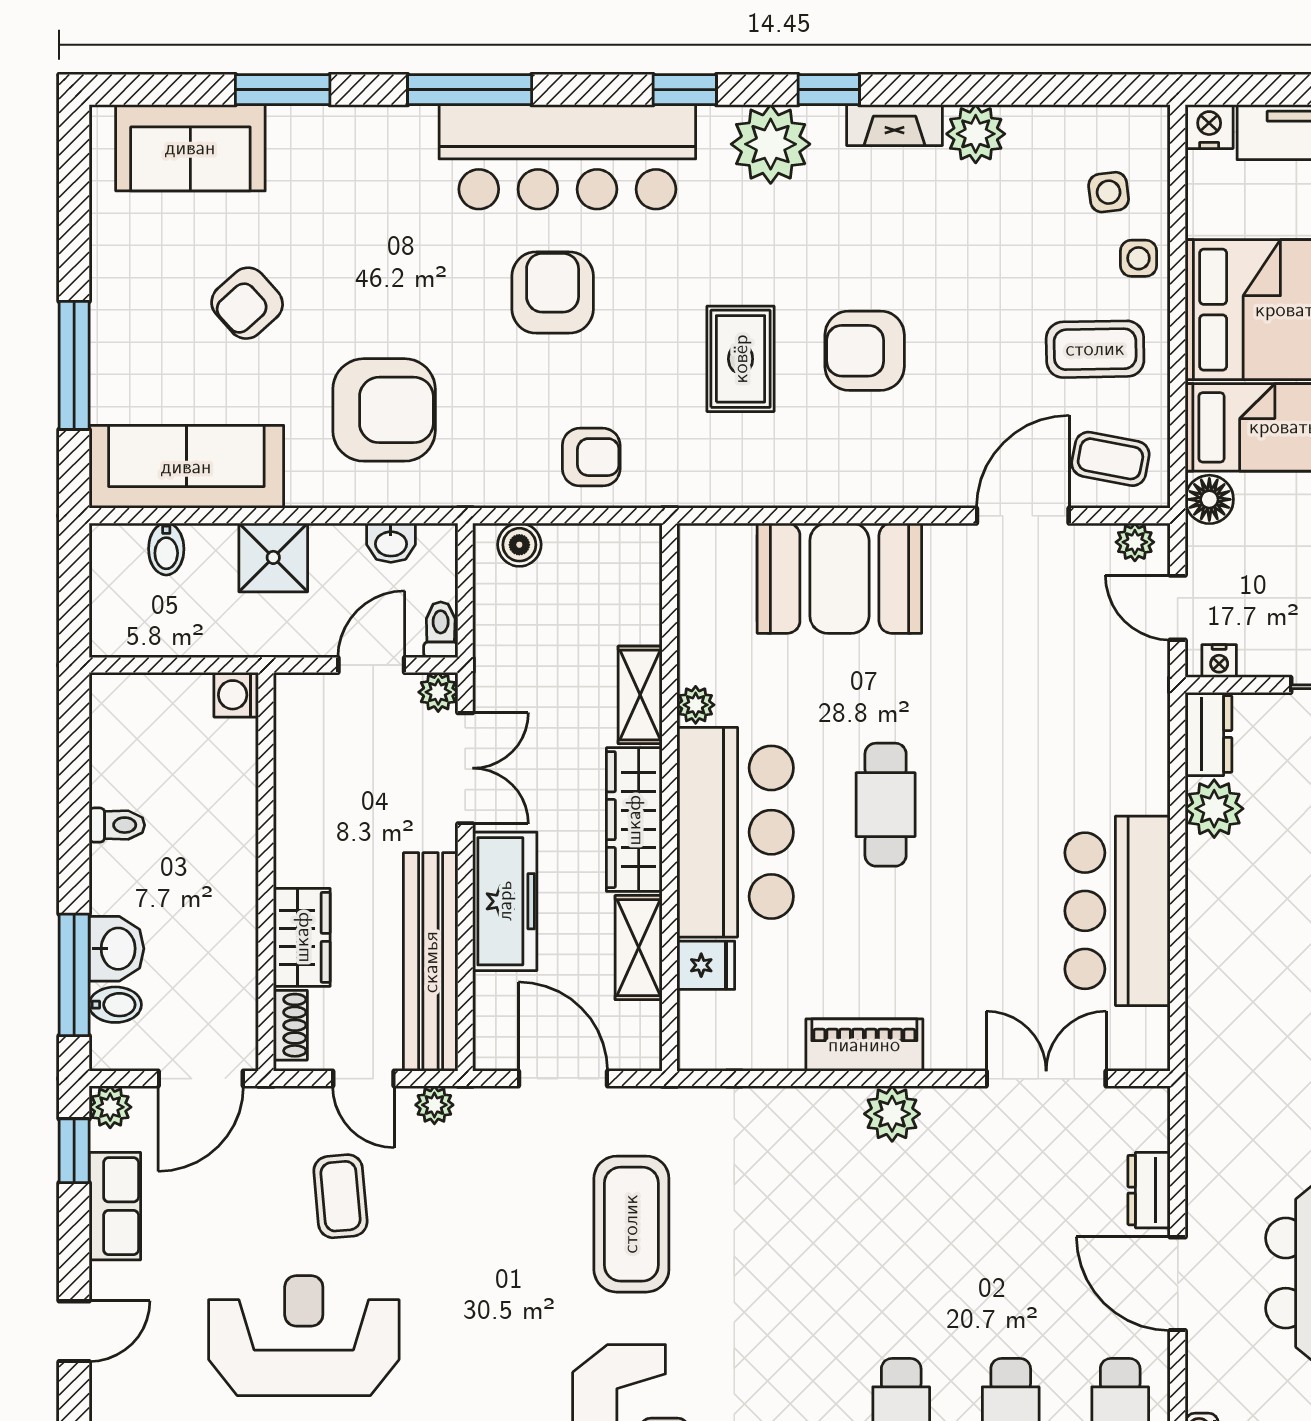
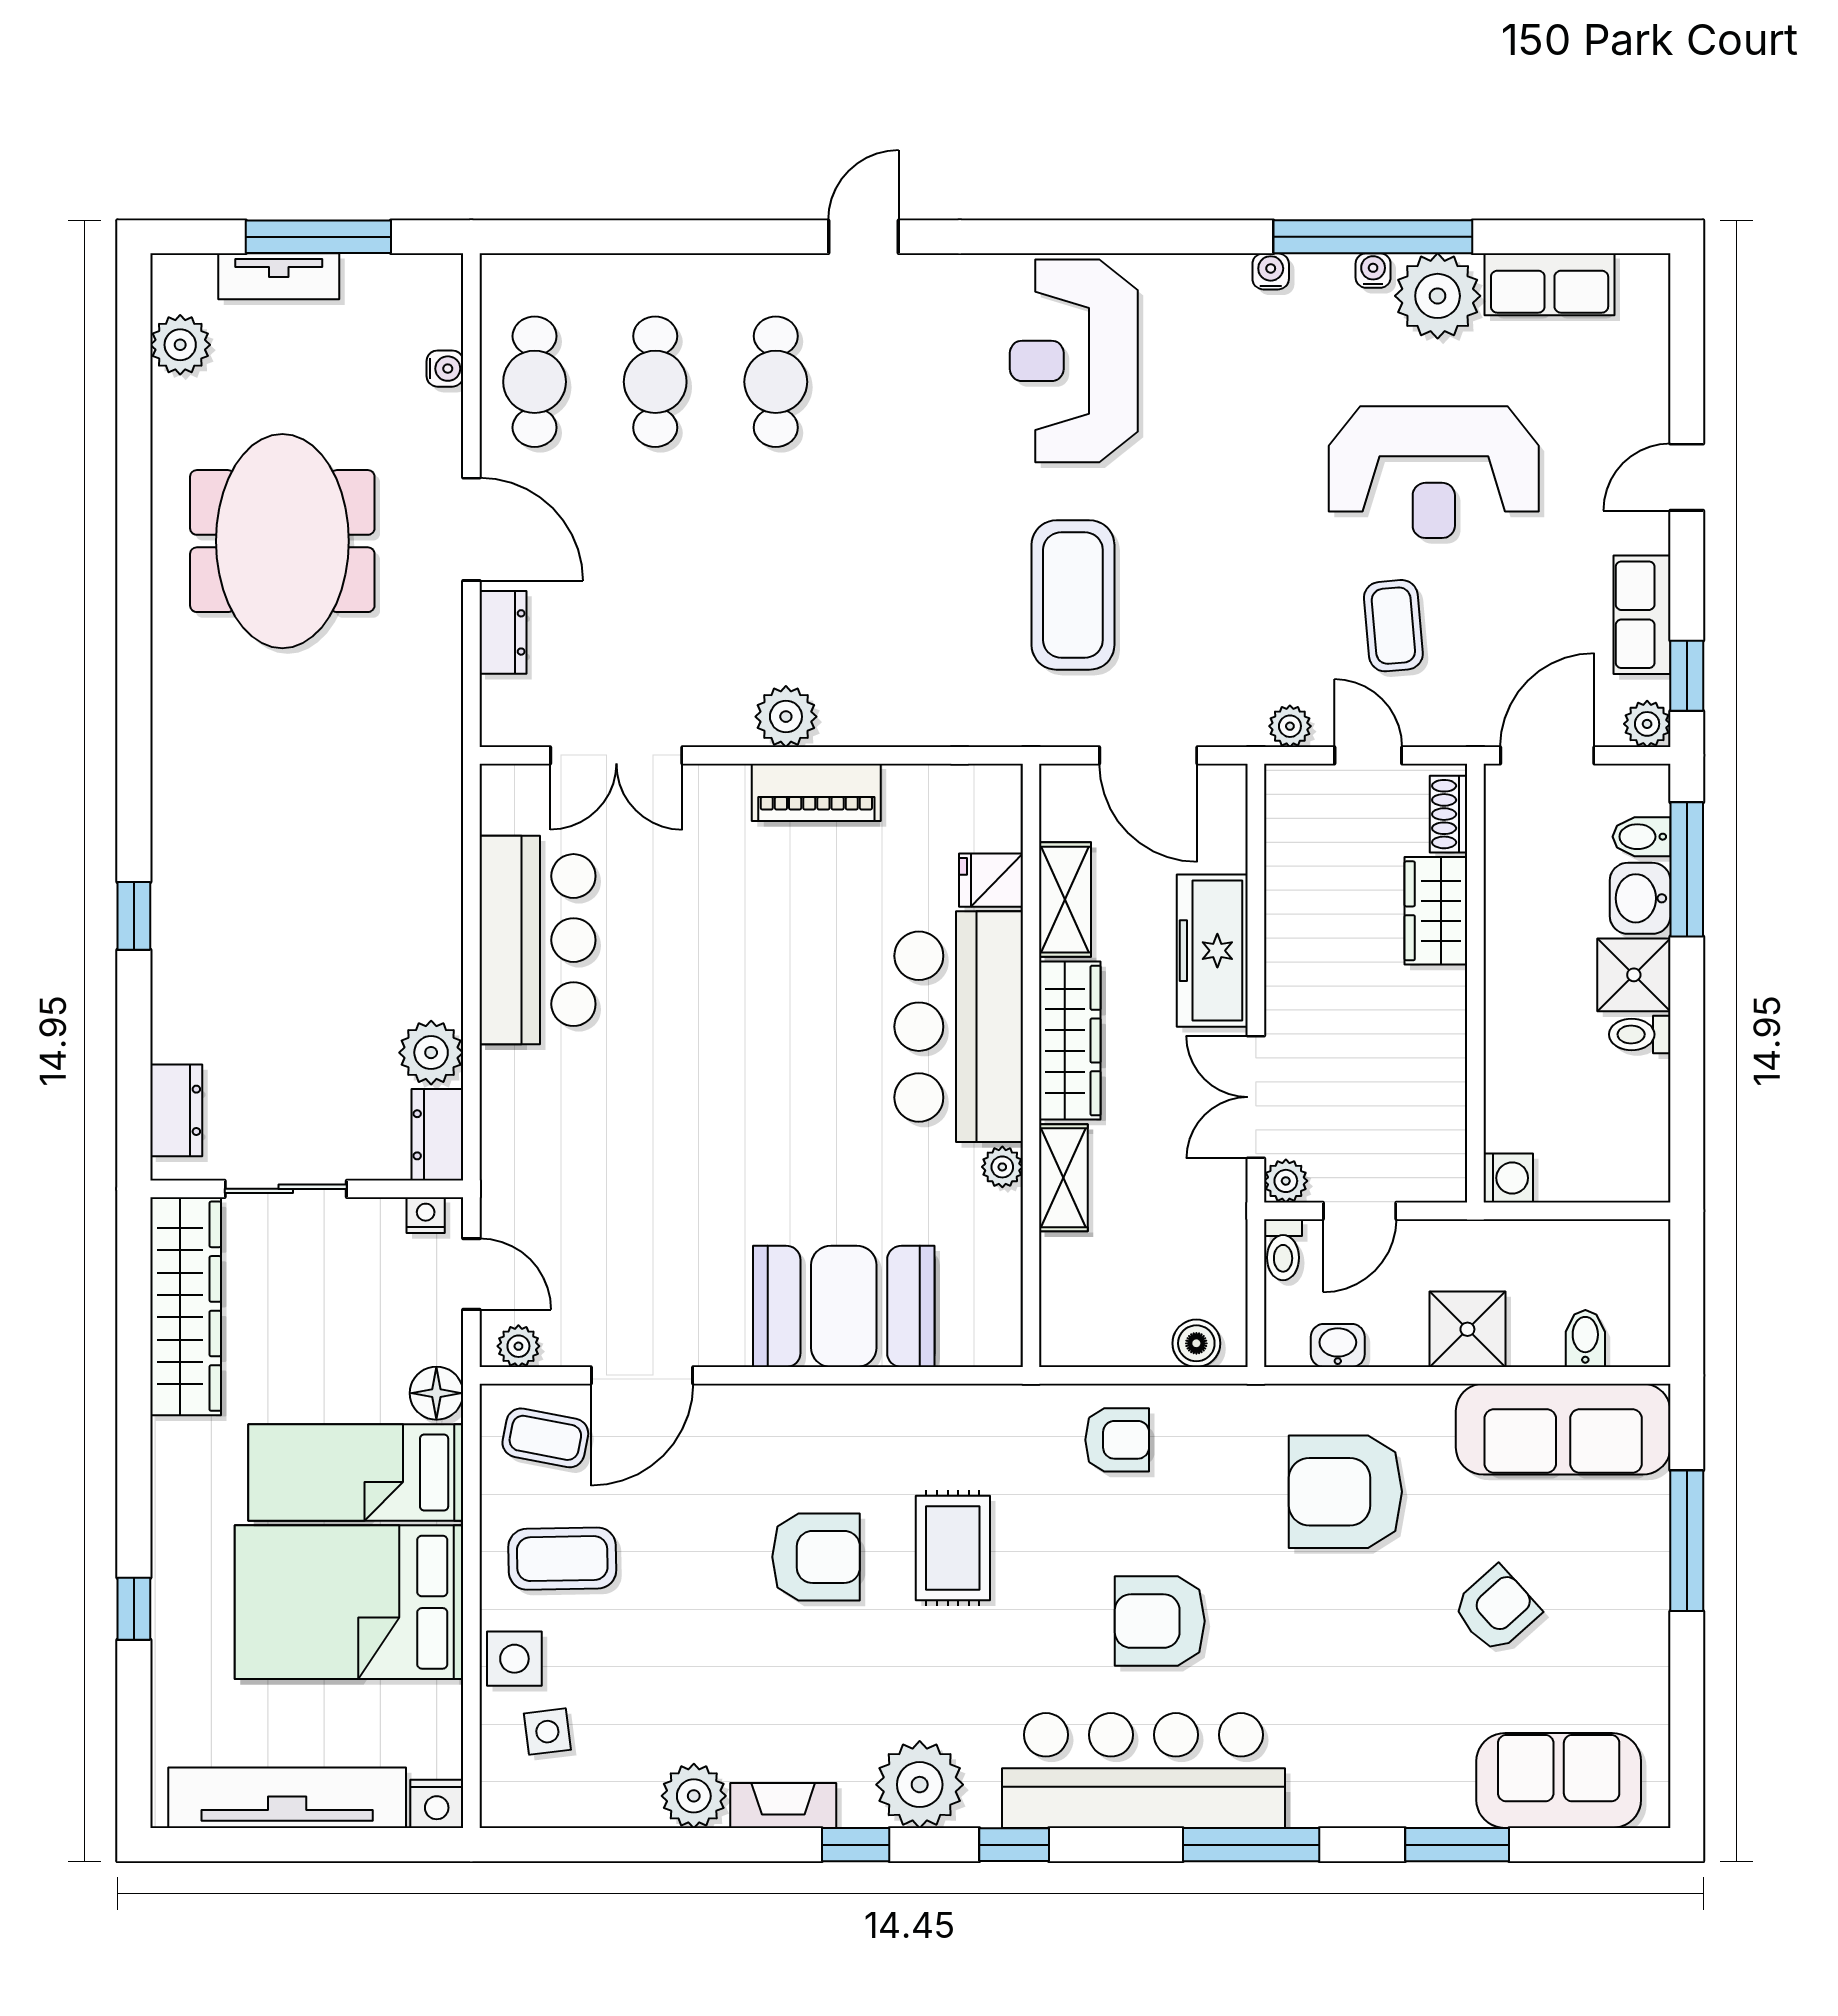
side table: (1139, 258) -> (514, 1659), width x1.37, depth x1.37
armchair: (553, 292) -> (1160, 1621), turned 90
armchair: (591, 457) -> (1117, 1440), turned 180
cafe table: (886, 805) -> (793, 1057), removed
shower: (122, 879) -> (1634, 975), added
bench: (431, 962) -> (1294, 884), removed

